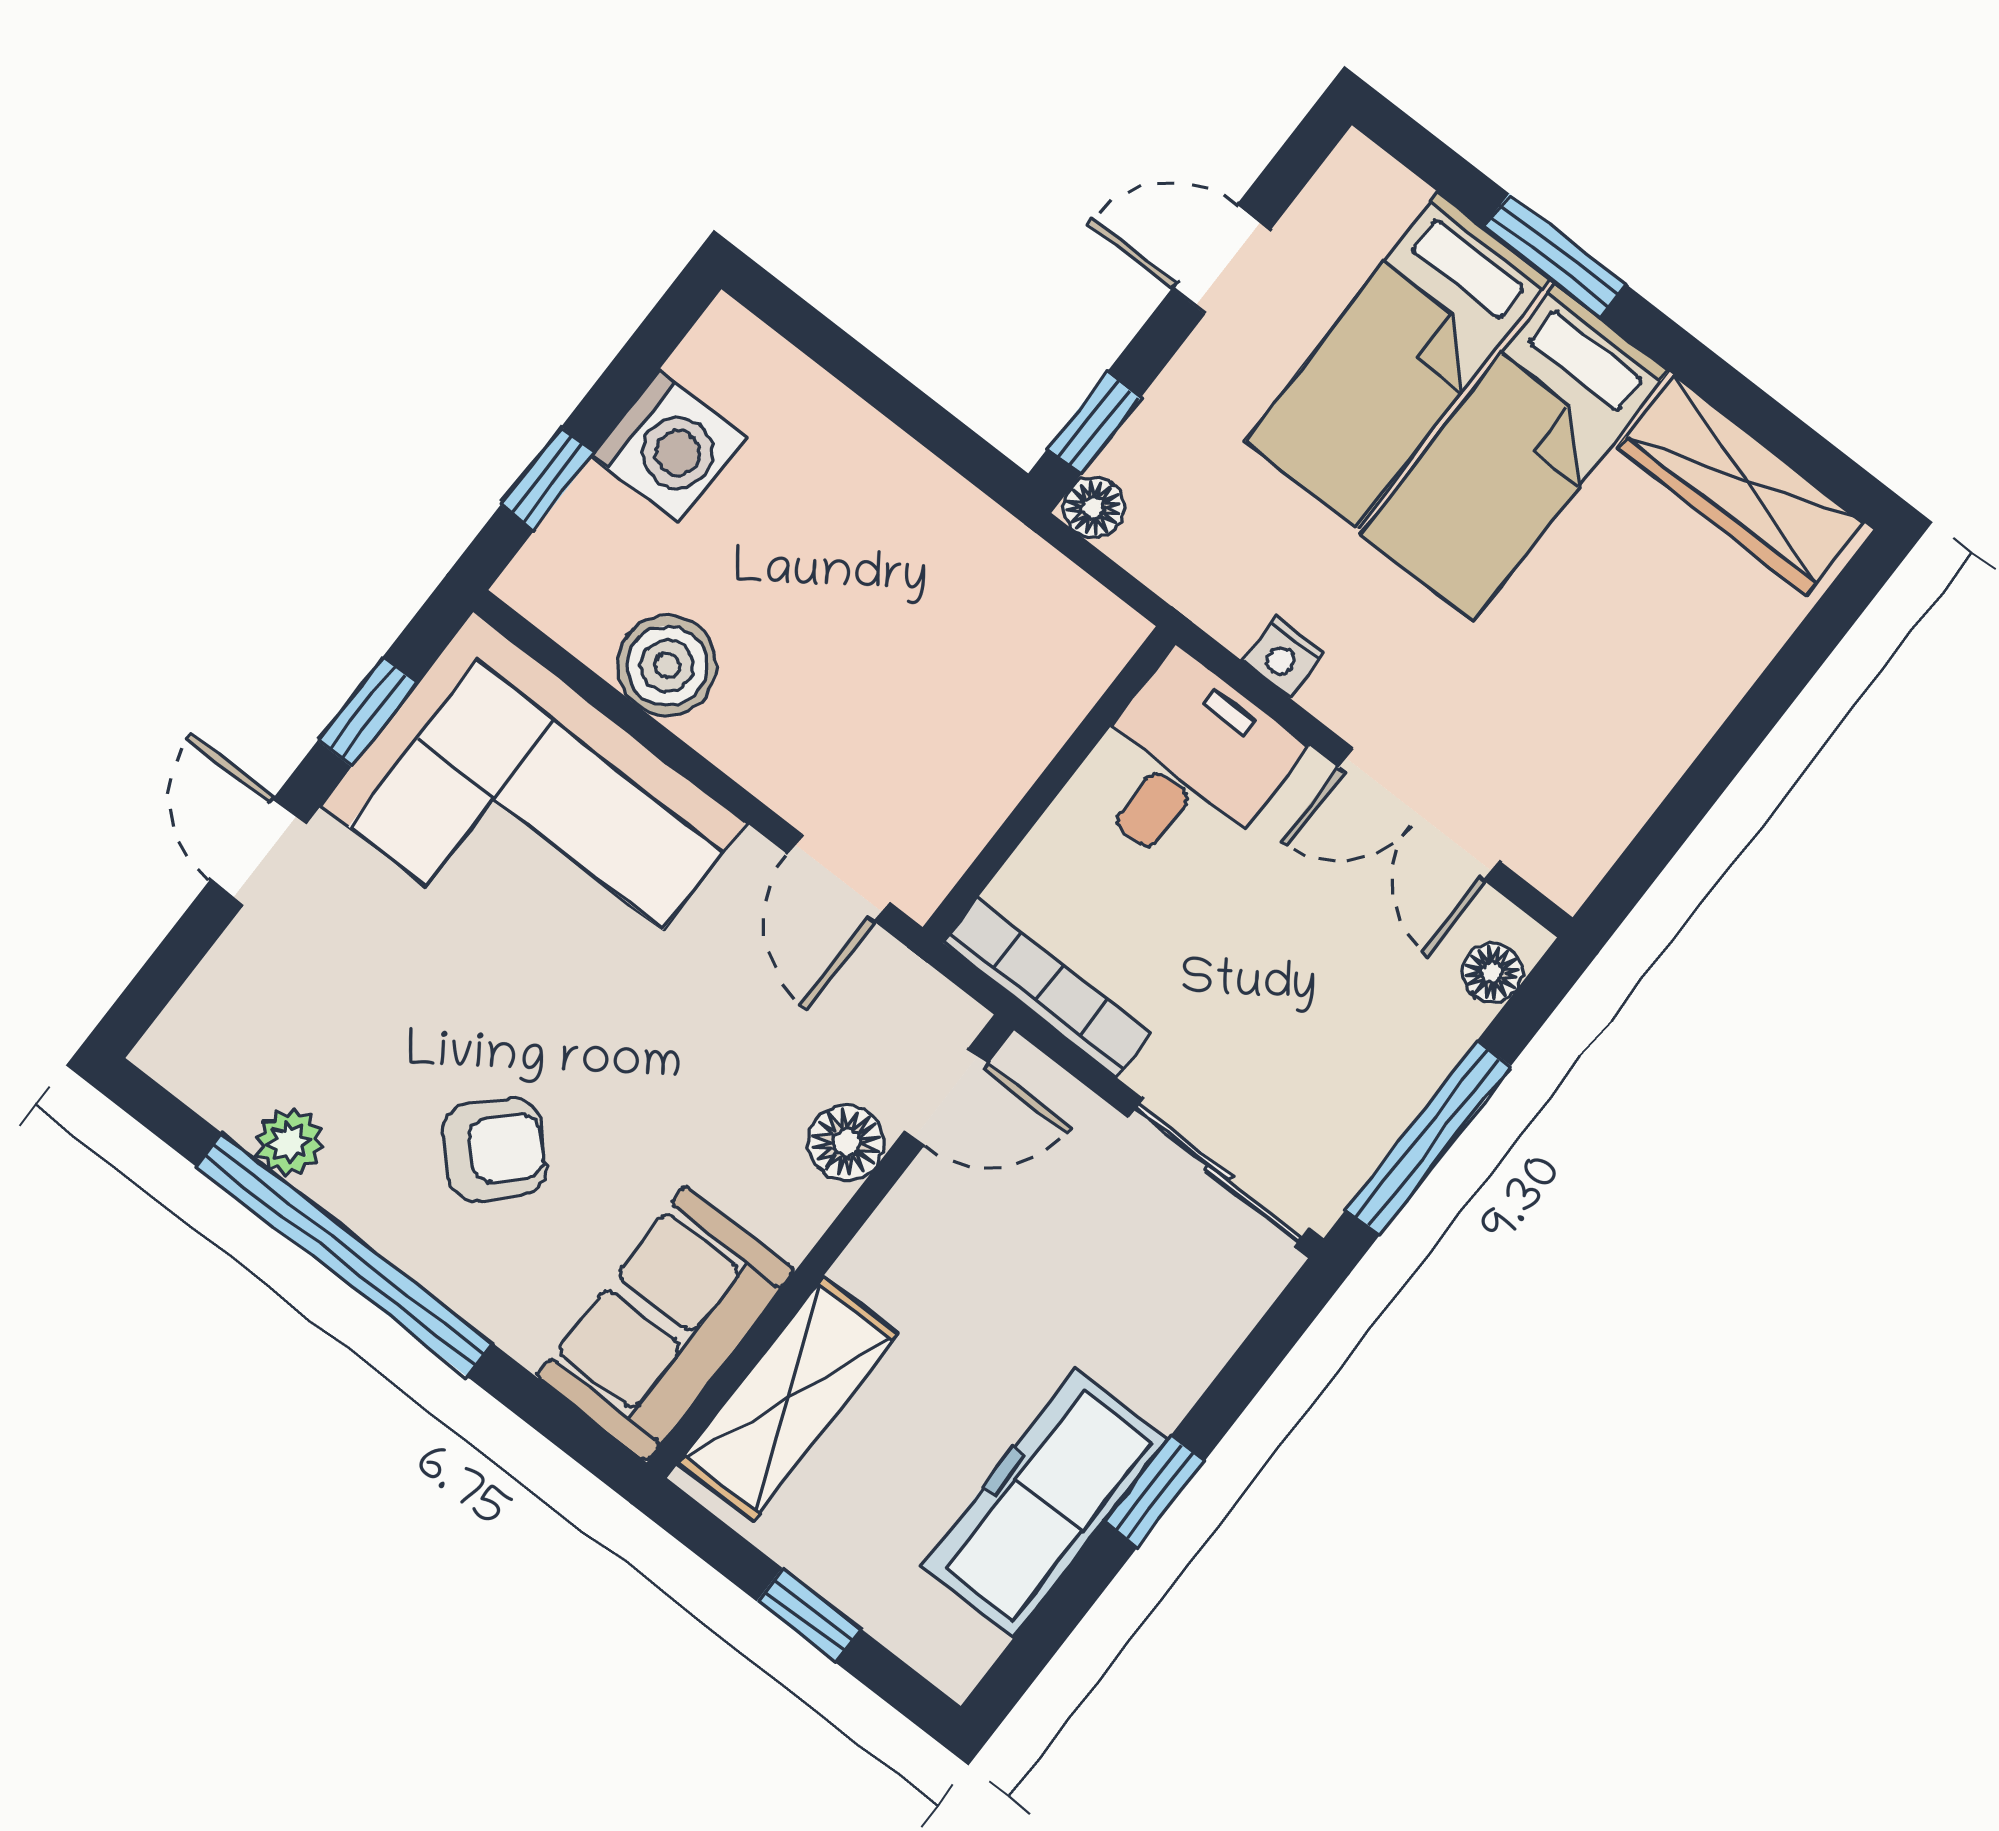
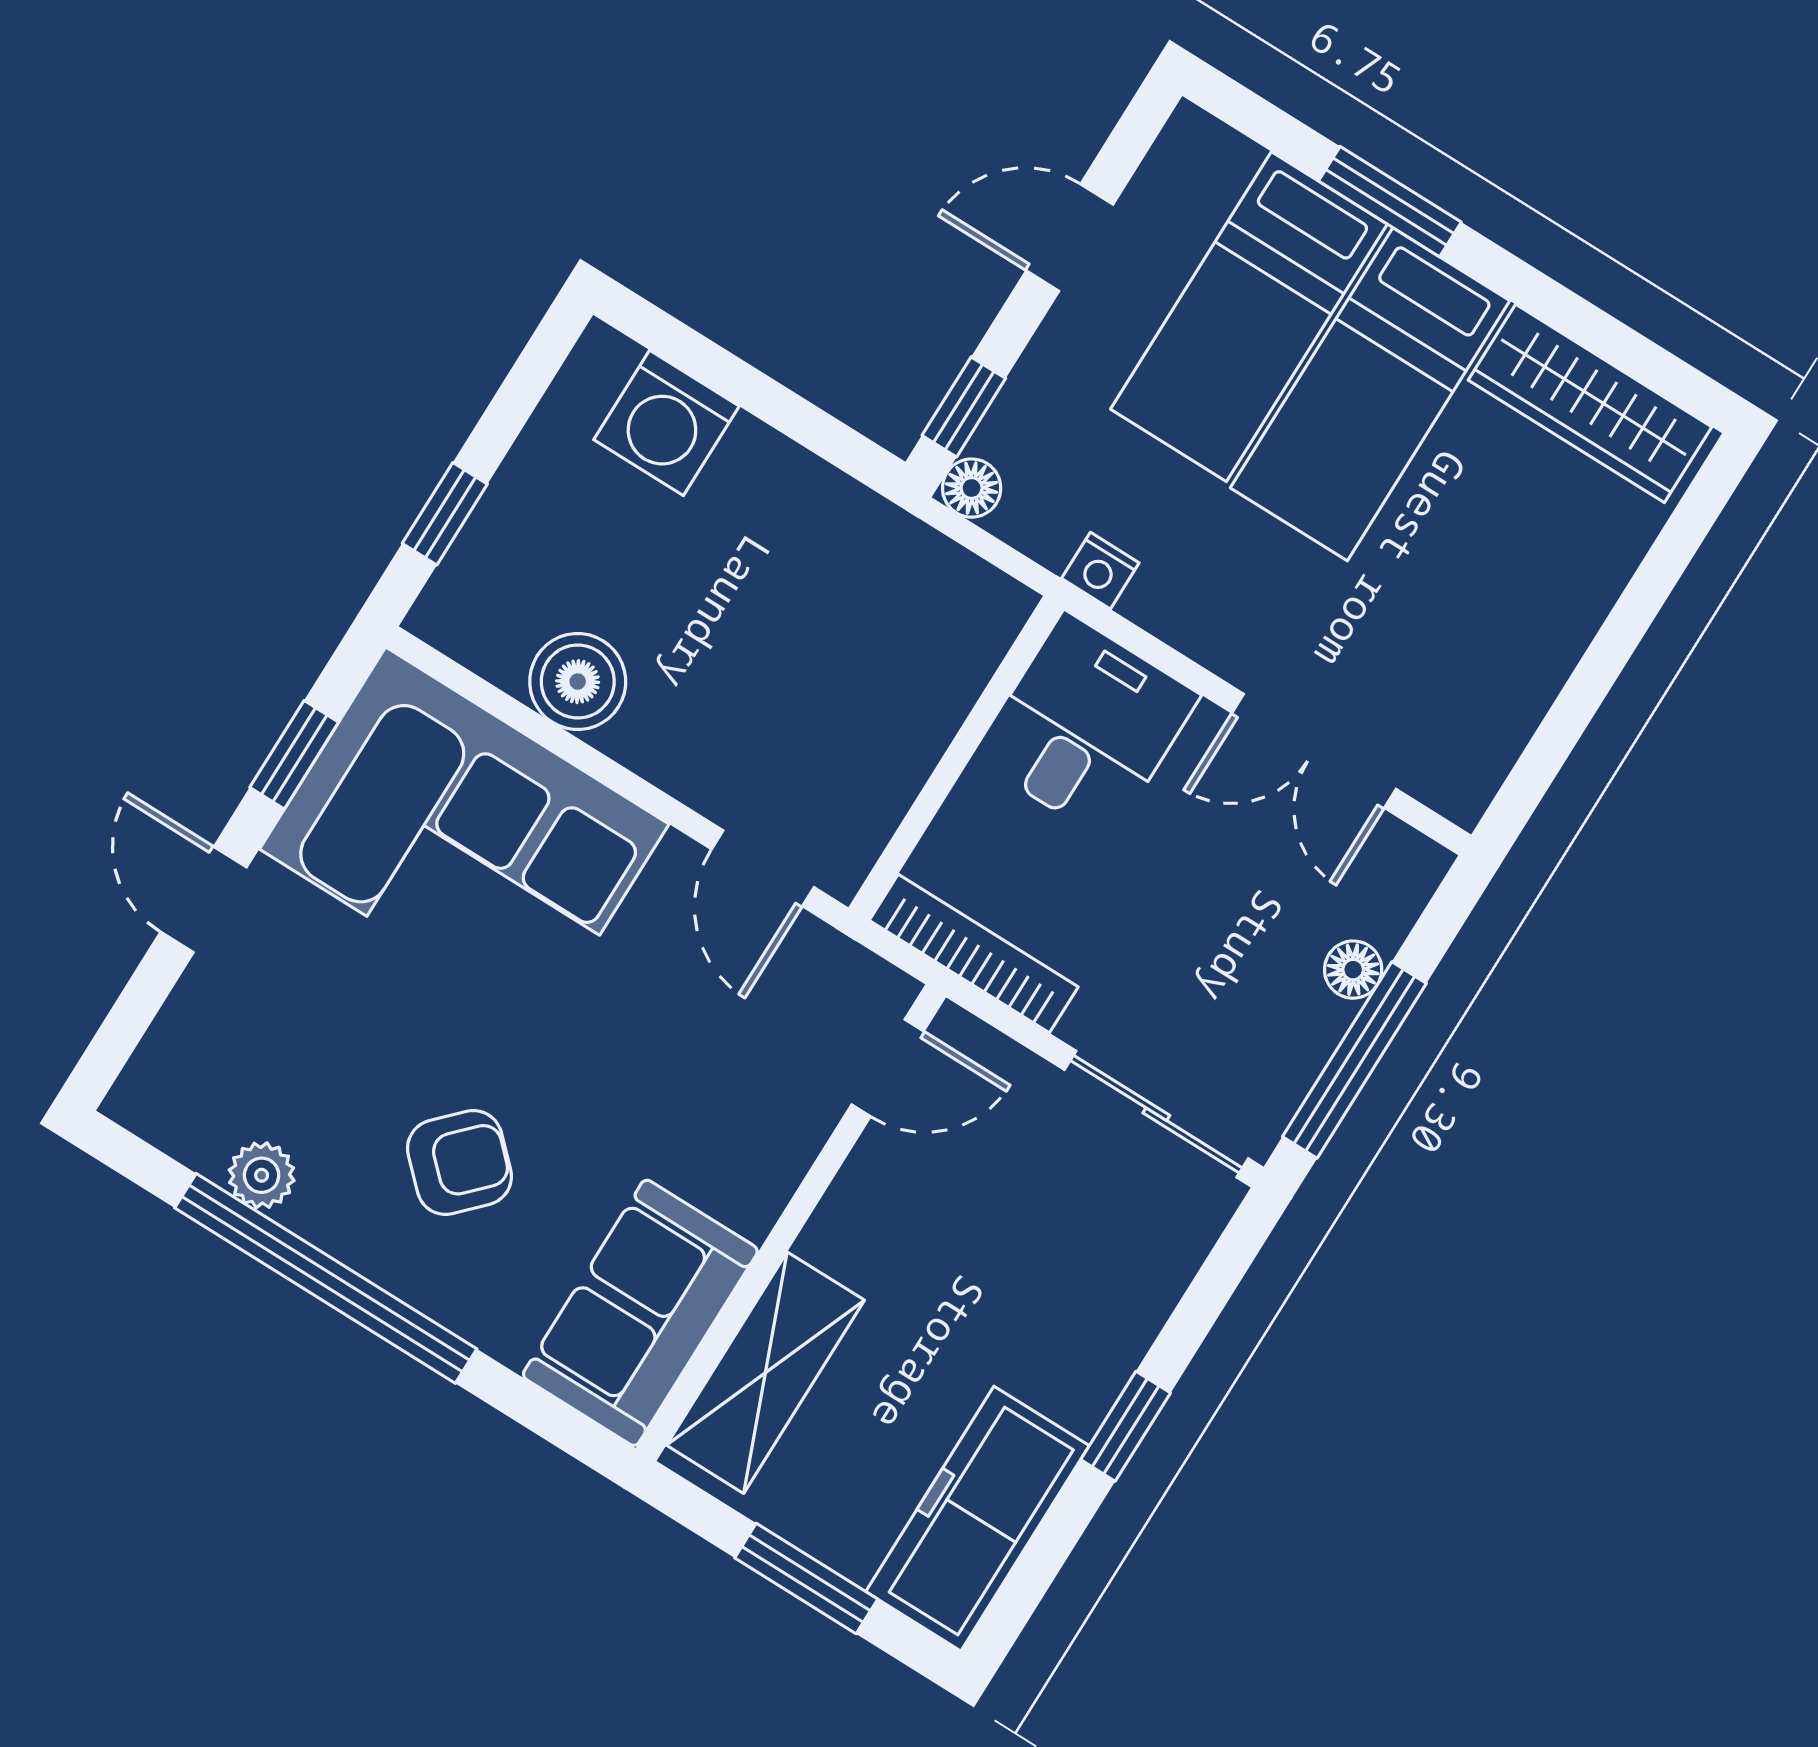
washing machine: (669, 446) -> (666, 423), moved, turned 90
nightstand: (1283, 657) -> (1100, 571), moved
floor lamp: (1492, 973) -> (1353, 970), moved
floor lamp: (846, 1143) -> (796, 1122), removed
freezer: (1045, 1503) -> (977, 1519), moved
window: (809, 1615) -> (806, 1579), width x1.50

